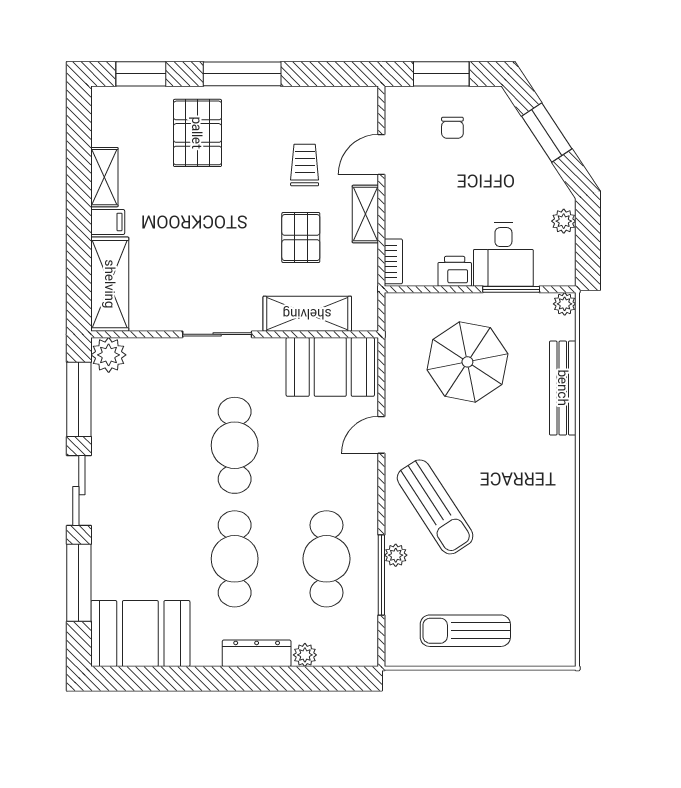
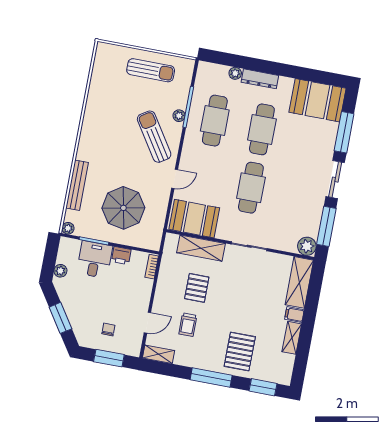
shelving: (365, 214) -> (158, 354), moved, turned 90

